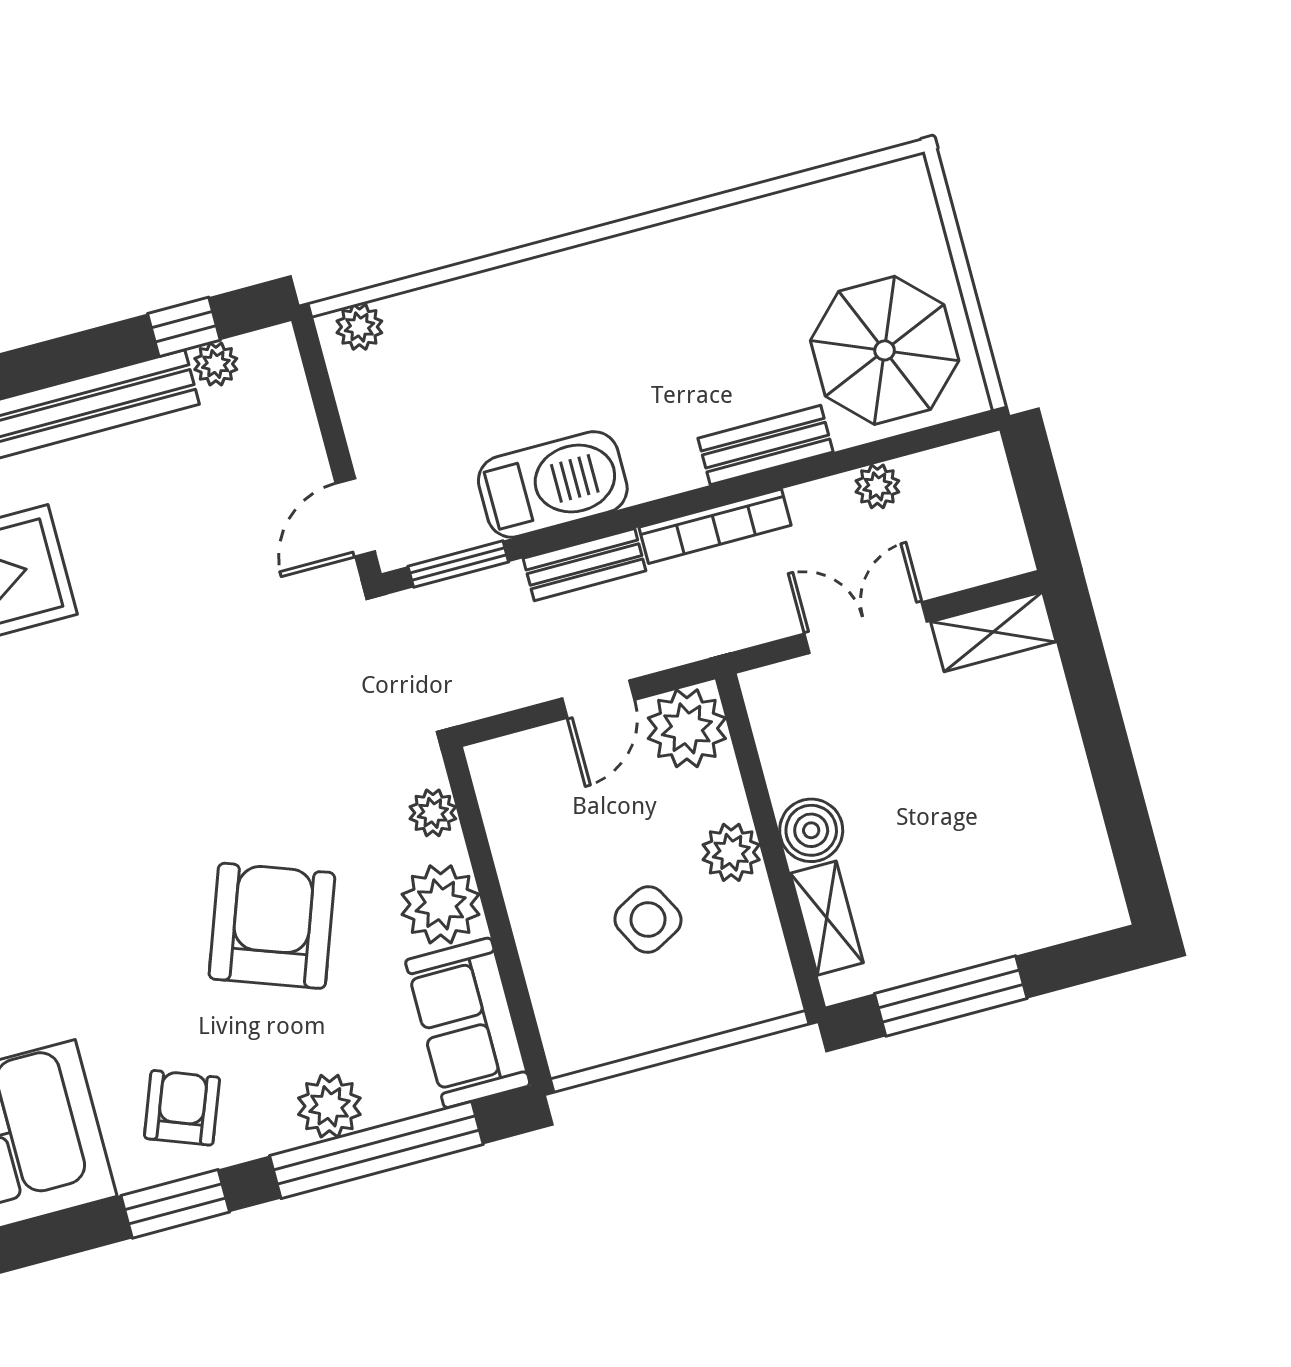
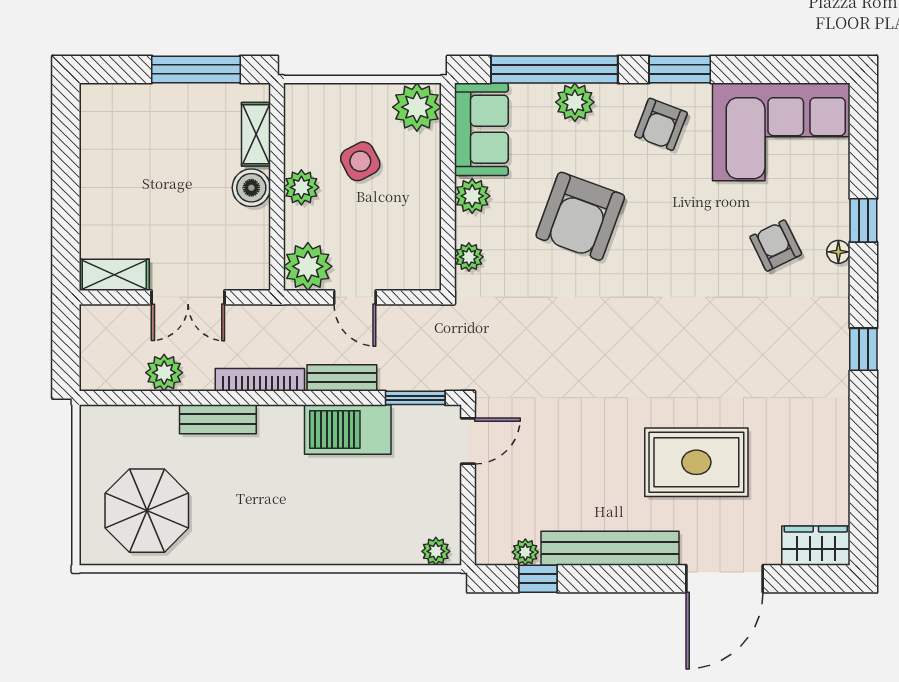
parasol: (885, 350) -> (147, 511), moved
plant: (877, 486) -> (164, 373), width x1.38, depth x1.38
door: (598, 699) -> (355, 297), swing flipped
plant: (441, 904) -> (472, 196), width x0.73, depth x0.73
plant: (580, 1031) -> (417, 107), added

